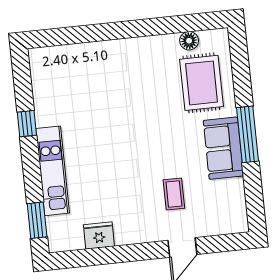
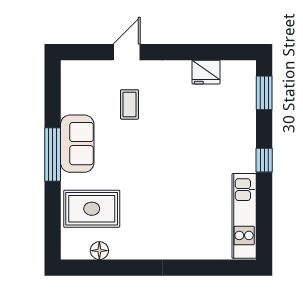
rug: (201, 83) -> (92, 209), turned 90
window: (27, 124) -> (264, 160), moved
kitchen unit: (53, 171) -> (244, 216), moved

